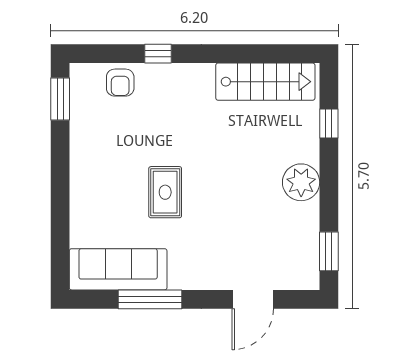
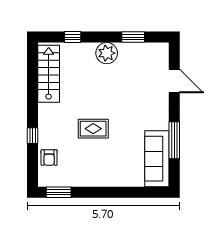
armchair: (120, 83) -> (49, 158), turned 90
rug: (165, 192) -> (93, 129), moved
window: (329, 251) -> (133, 37), moved

